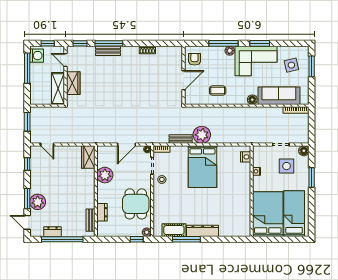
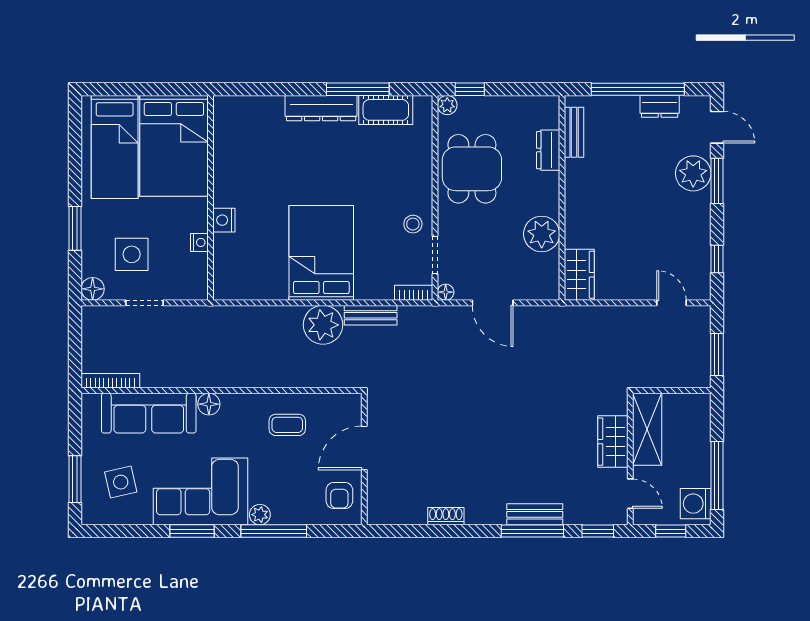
door: (127, 145) -> (493, 303), swing flipped
nightstand: (246, 157) -> (224, 220), moved

